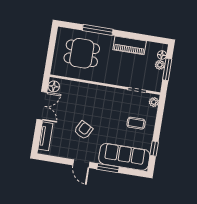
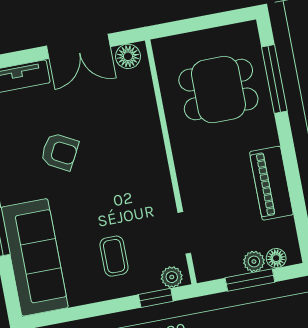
window: (98, 30) -> (274, 79), moved
dining table: (82, 53) -> (218, 90), turned 90
window: (154, 149) -> (156, 298), moved

